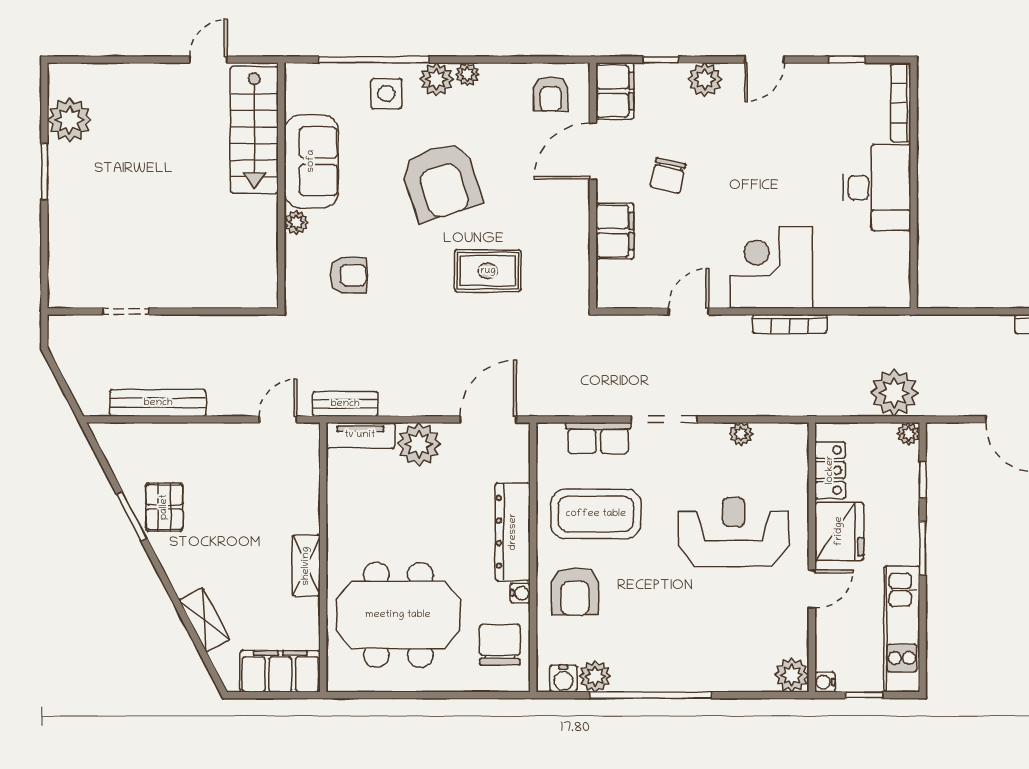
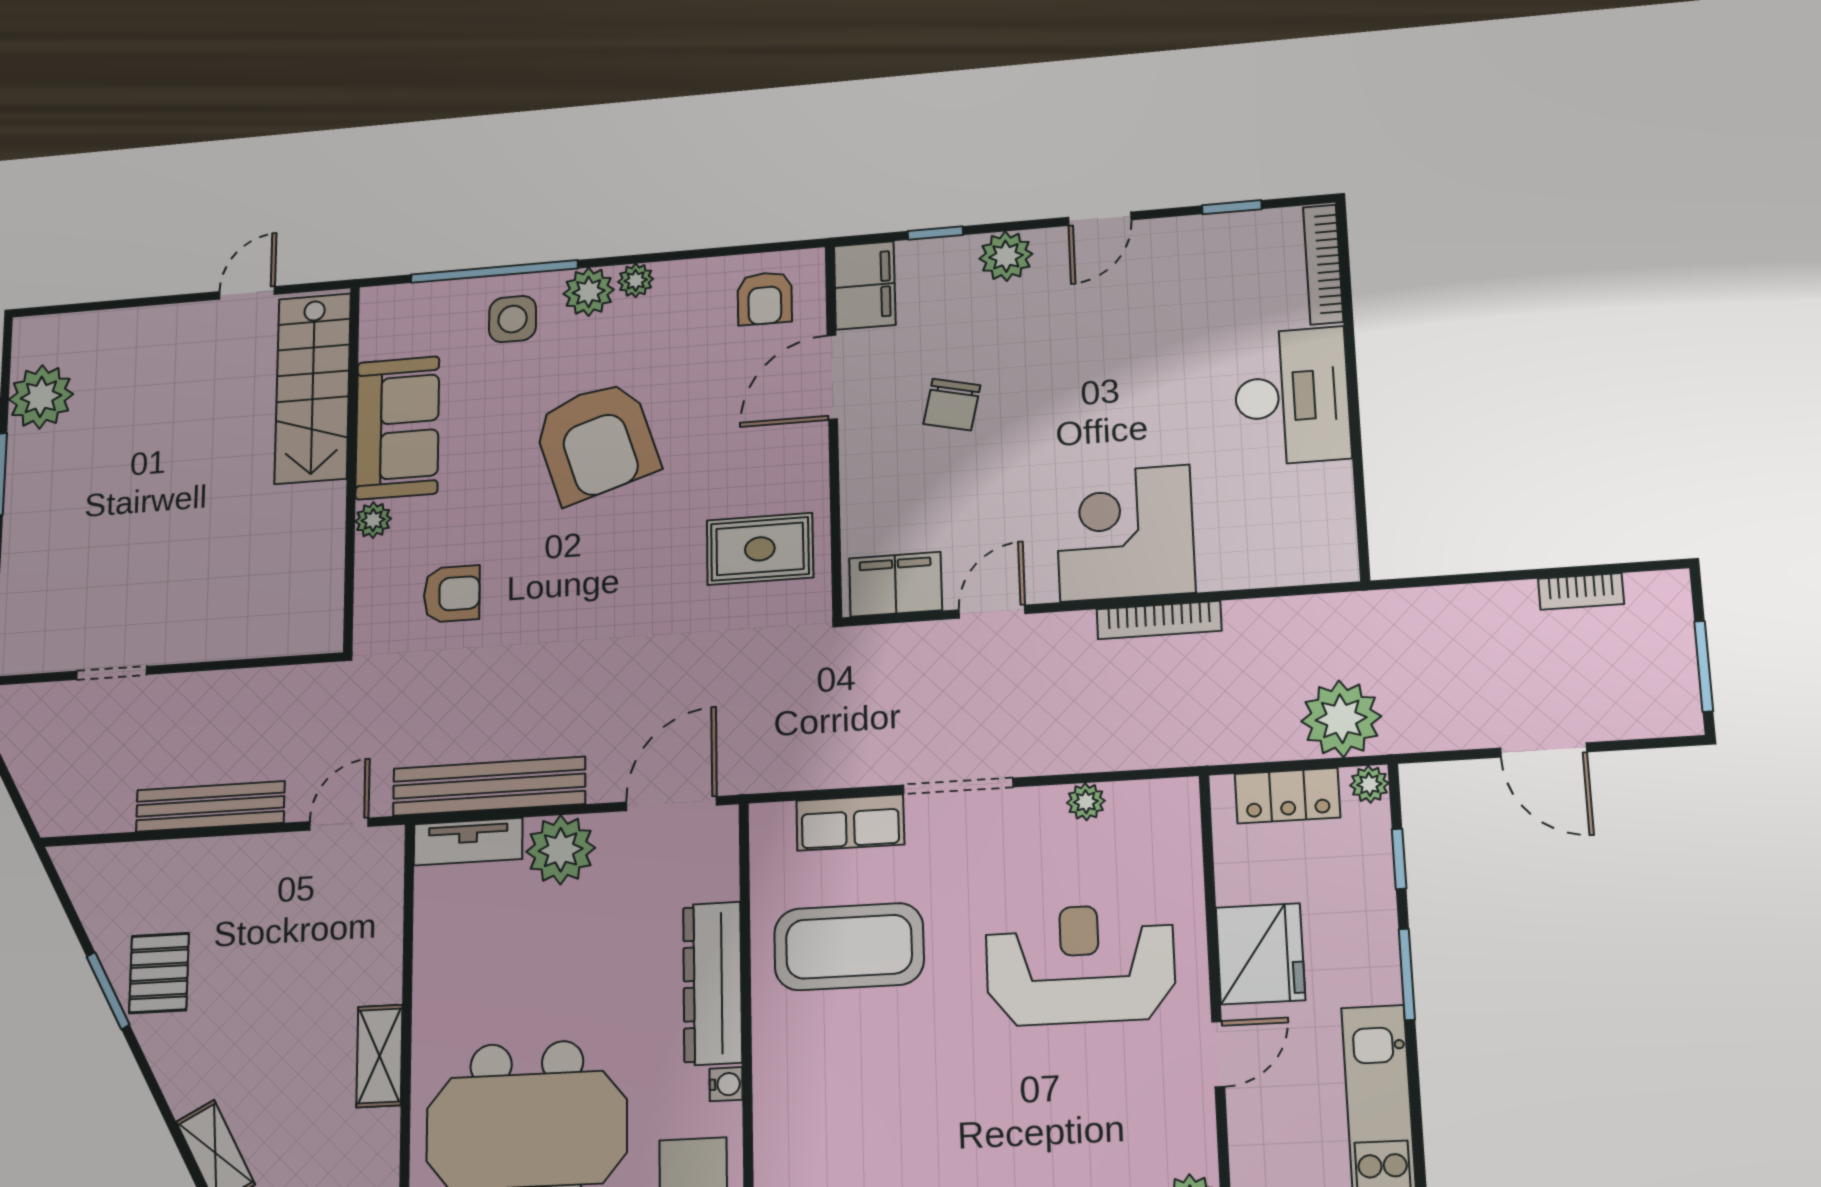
filing cabinet: (615, 231) -> (896, 584), moved, turned -90
rug: (488, 271) -> (760, 549), moved
bench: (158, 403) -> (210, 806), moved
bench: (345, 404) -> (489, 786), width x1.86, depth x1.21
locker: (830, 470) -> (1287, 796), moved, turned 90
armchair: (575, 592) -> (817, 1077), removed

